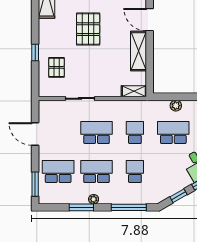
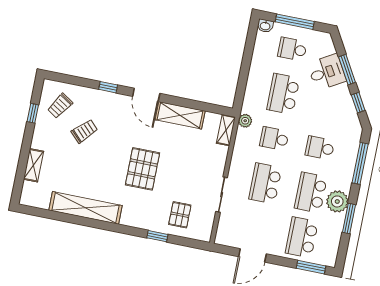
door: (150, 20) -> (146, 95), hinge flipped
pallet: (88, 29) -> (143, 169), turned 90
pallet: (56, 67) -> (180, 215), turned 90
plant: (176, 106) -> (245, 121), moved
plant: (94, 199) -> (337, 201), width x1.88, depth x1.88

